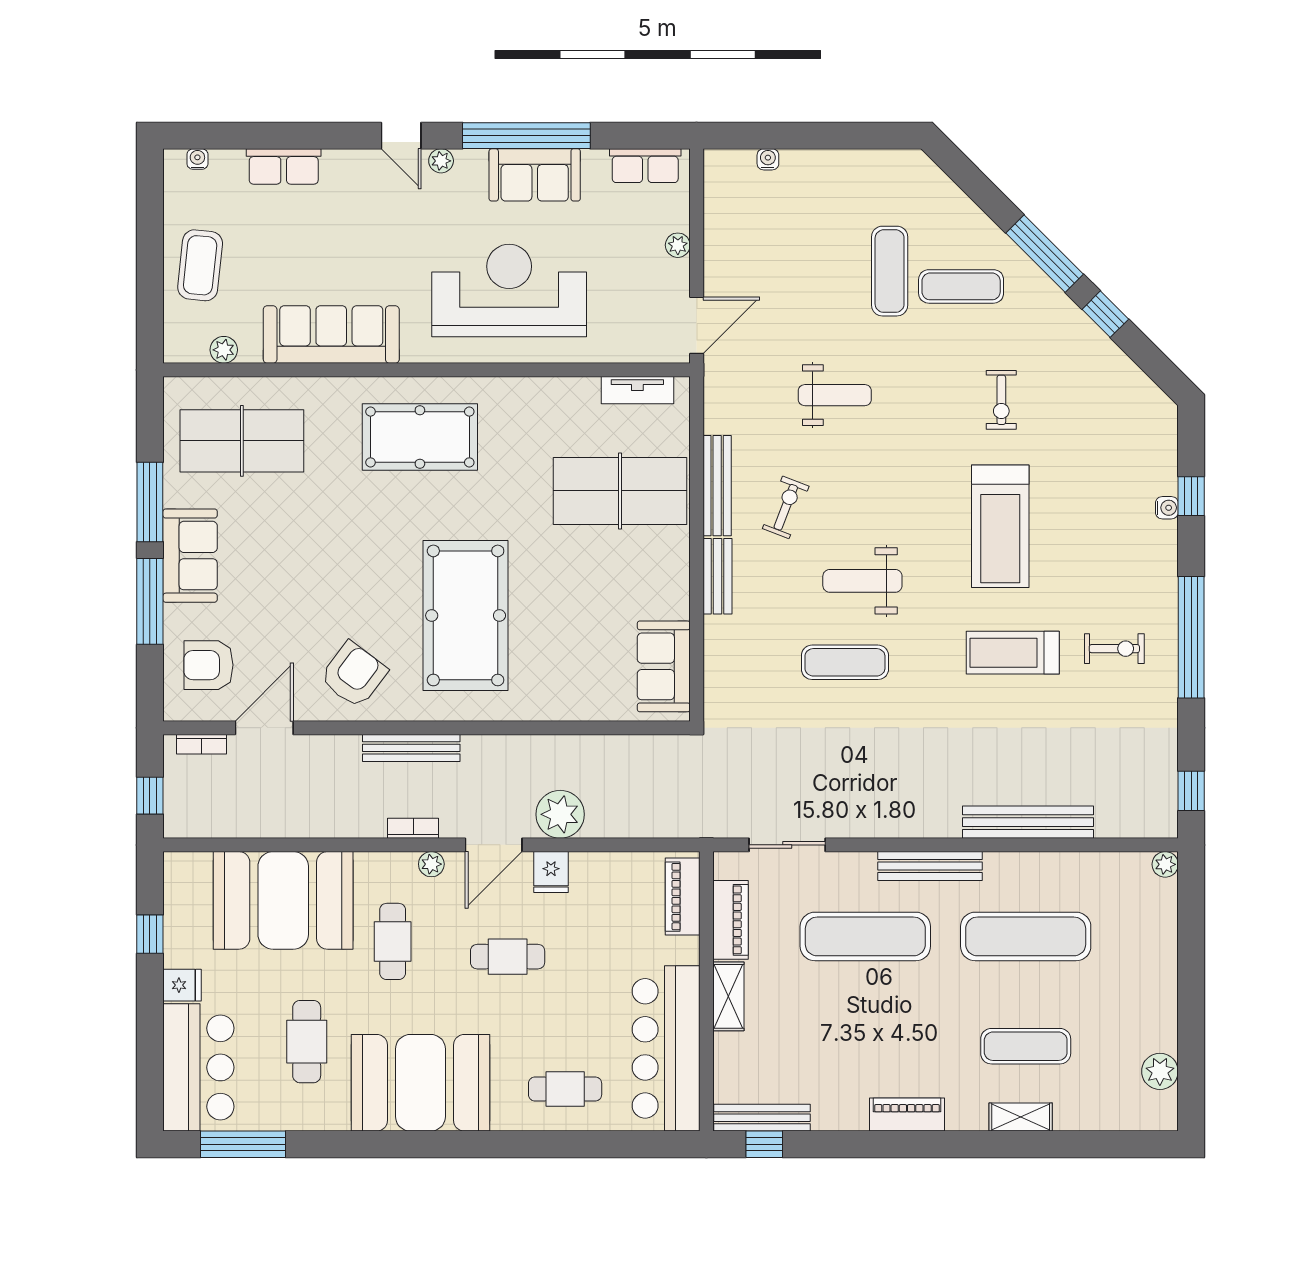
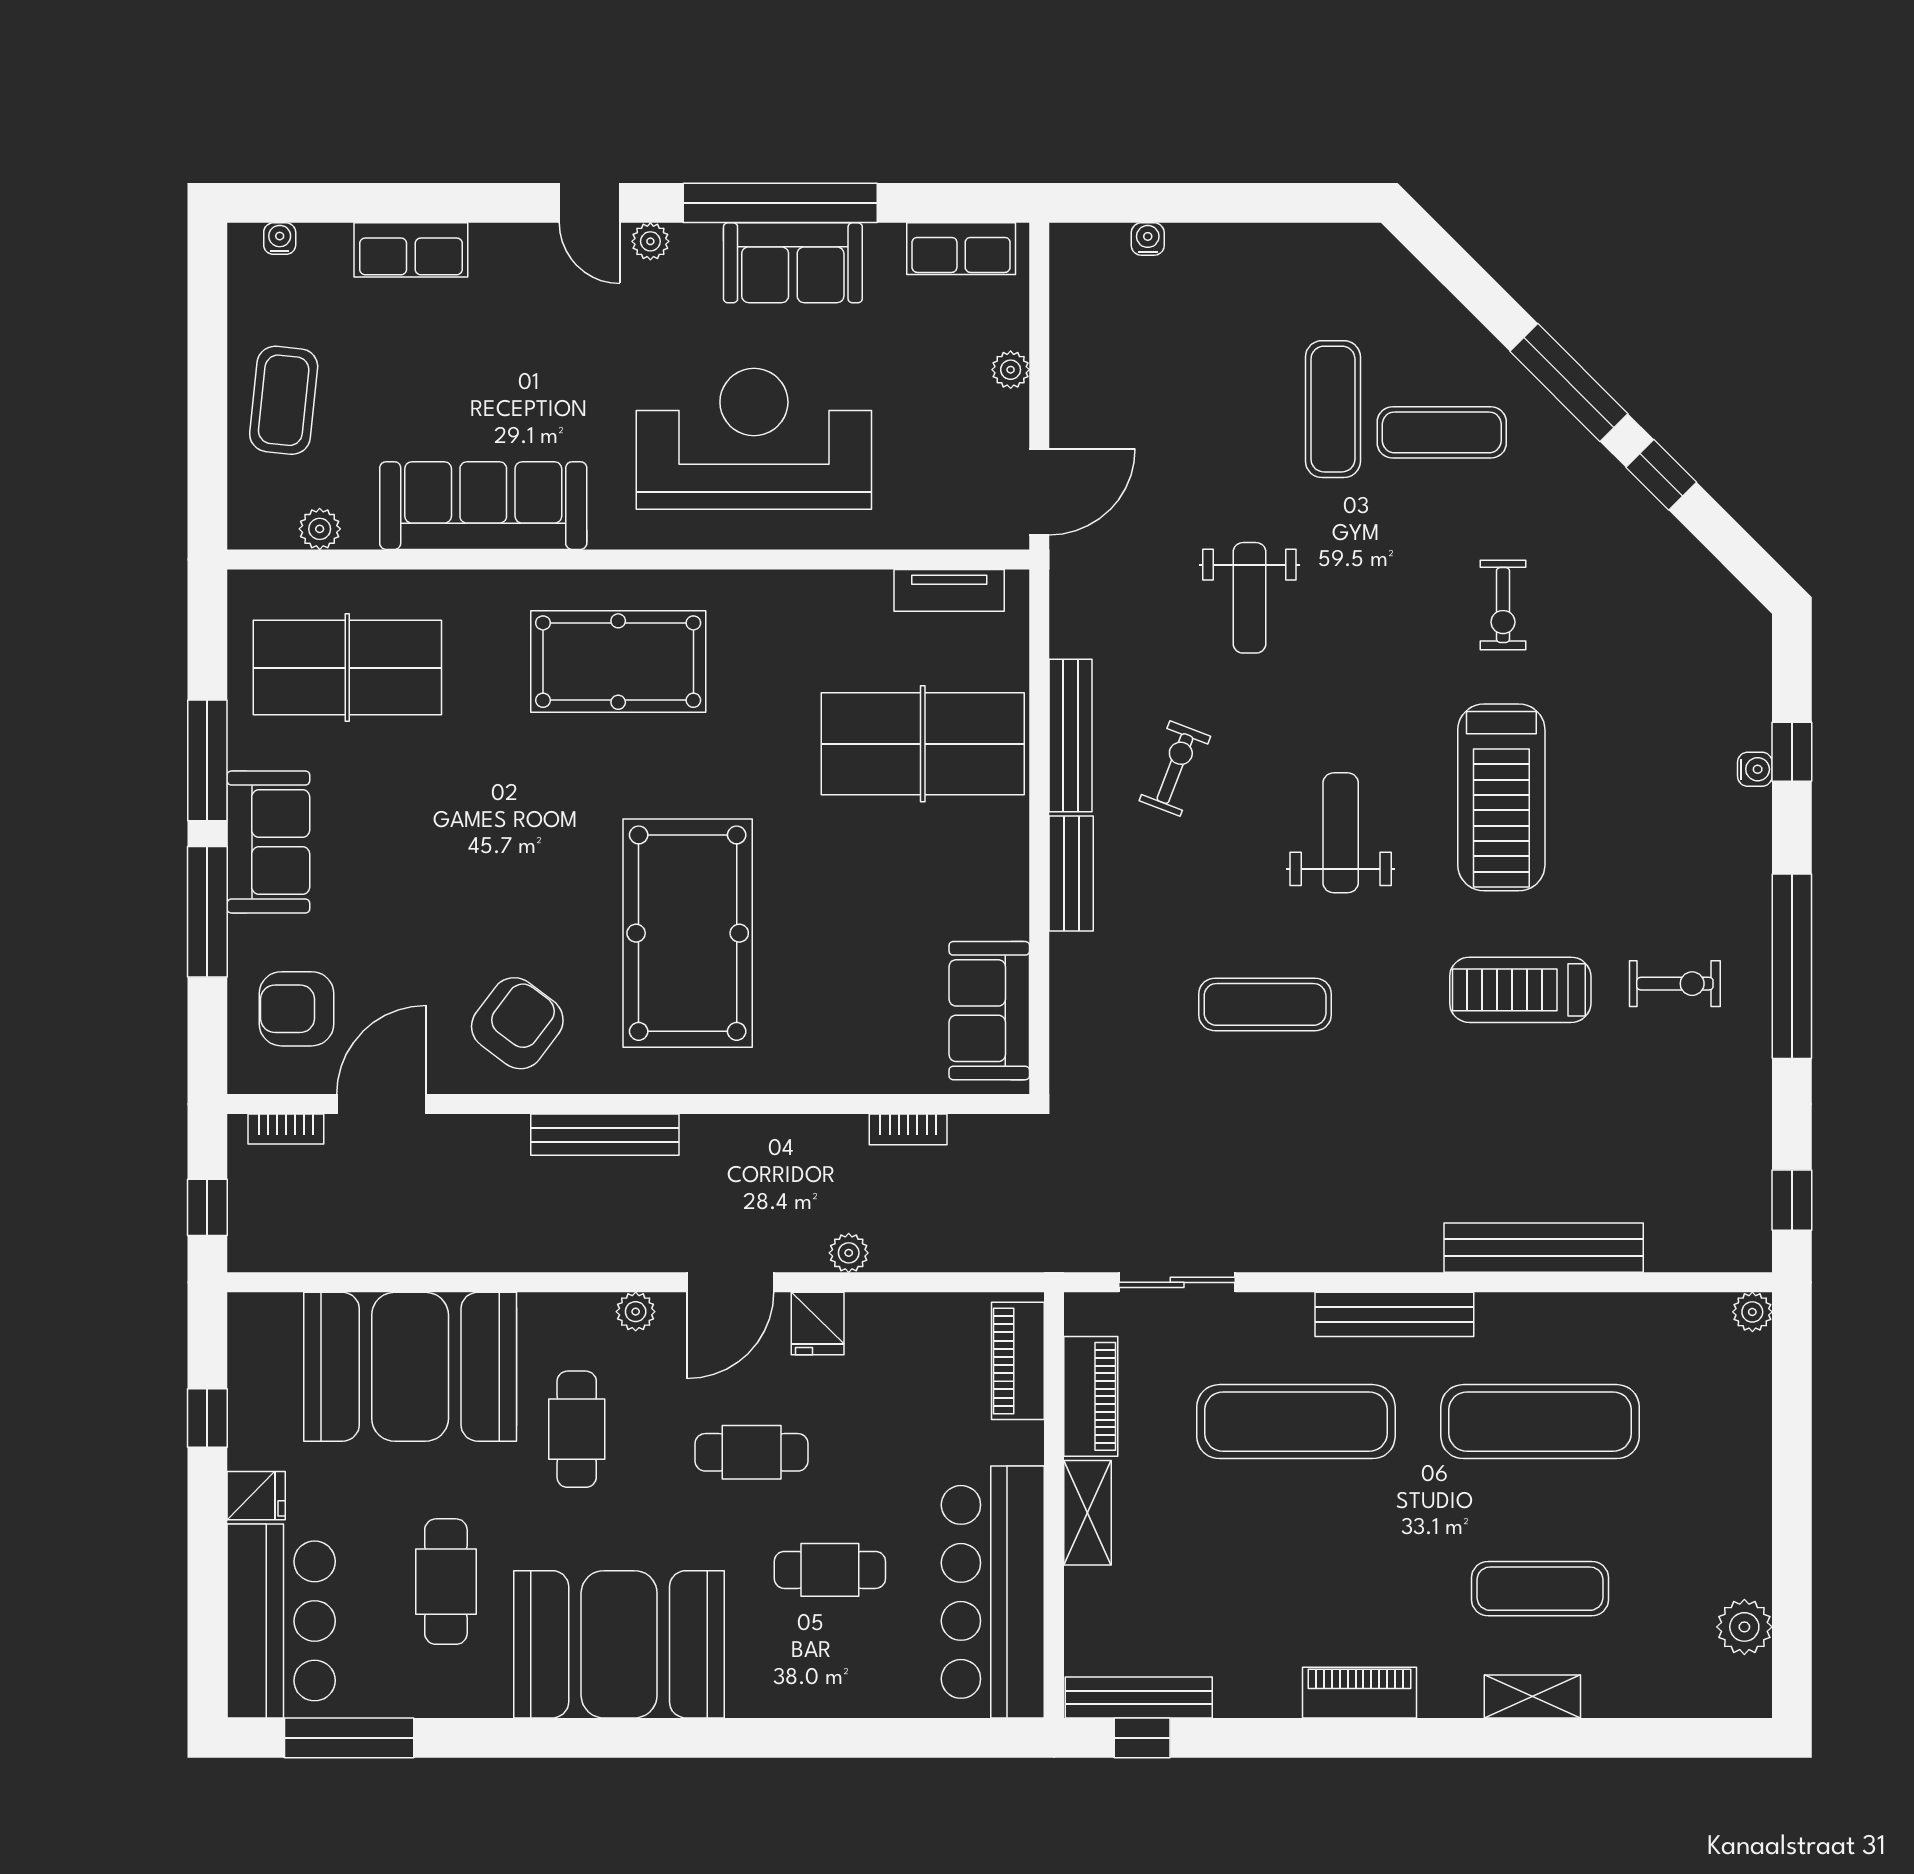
weight bench: (835, 395) -> (1249, 598), turned 90
weight bench: (862, 581) -> (1341, 833), moved, turned 90
plant: (560, 814) -> (849, 1253), width x0.53, depth x0.53
bookcase: (413, 828) -> (908, 1129), moved, turned 180
cafe table: (565, 1089) -> (830, 1570), moved

